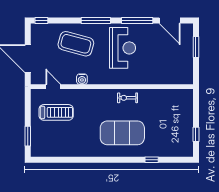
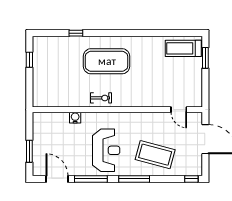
reception desk: (123, 48) -> (106, 150), turned 180
water cooler: (82, 79) -> (75, 118), moved
treadmill: (56, 112) -> (183, 48), moved

